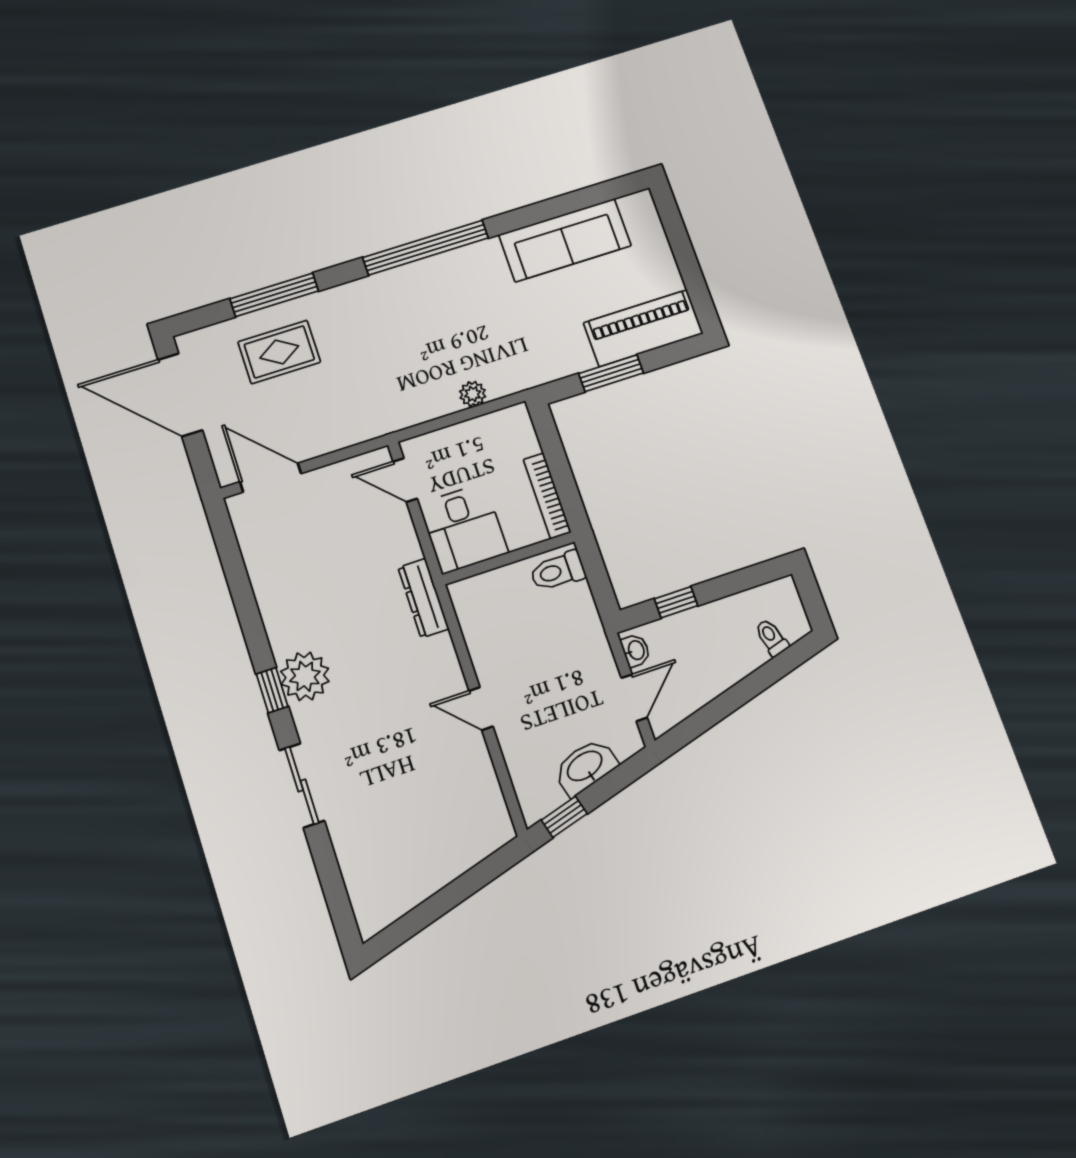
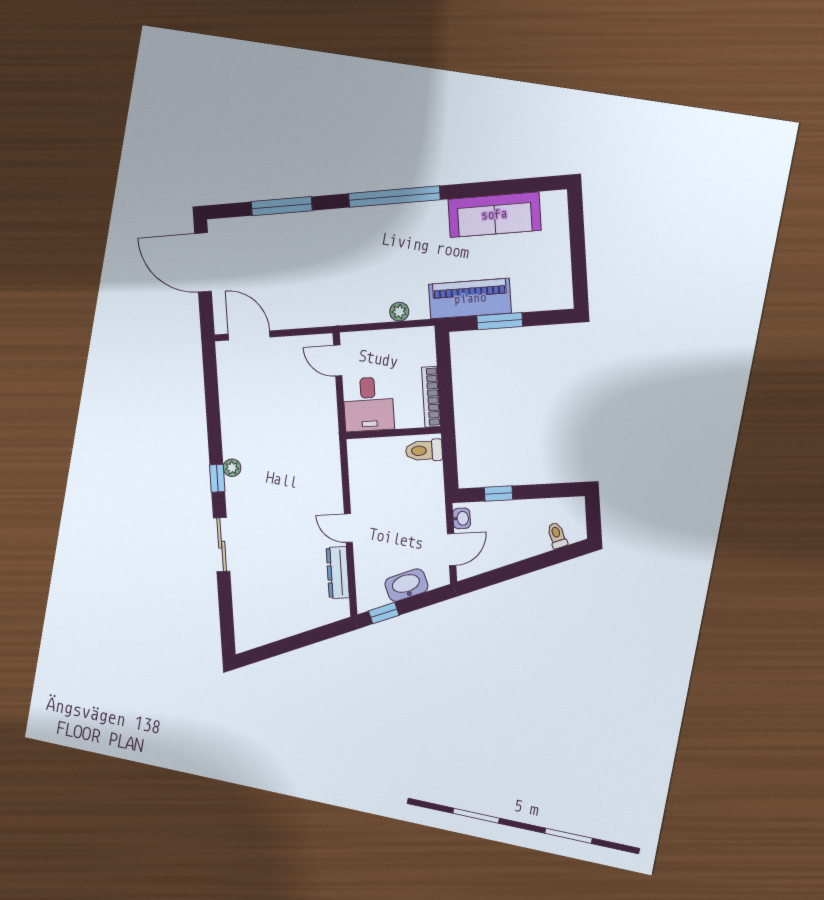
piano: (643, 328) -> (470, 299), moved
rug: (279, 352) -> (275, 248), removed
dresser: (423, 598) -> (338, 573), moved
plant: (305, 676) -> (232, 468), width x0.53, depth x0.53

